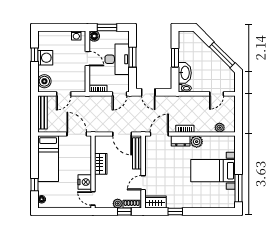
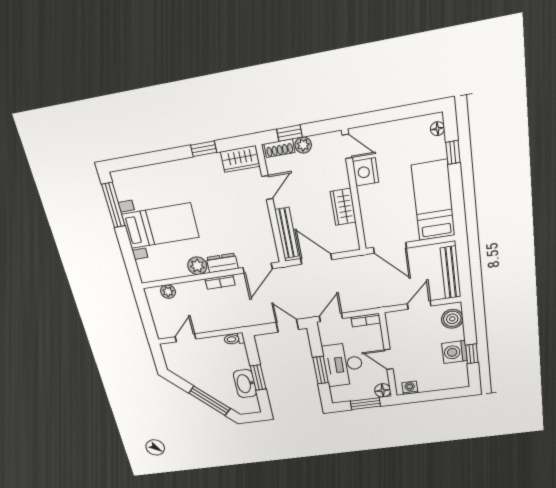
window: (222, 55) -> (210, 401), moved
washbasin: (185, 73) -> (245, 384), moved

